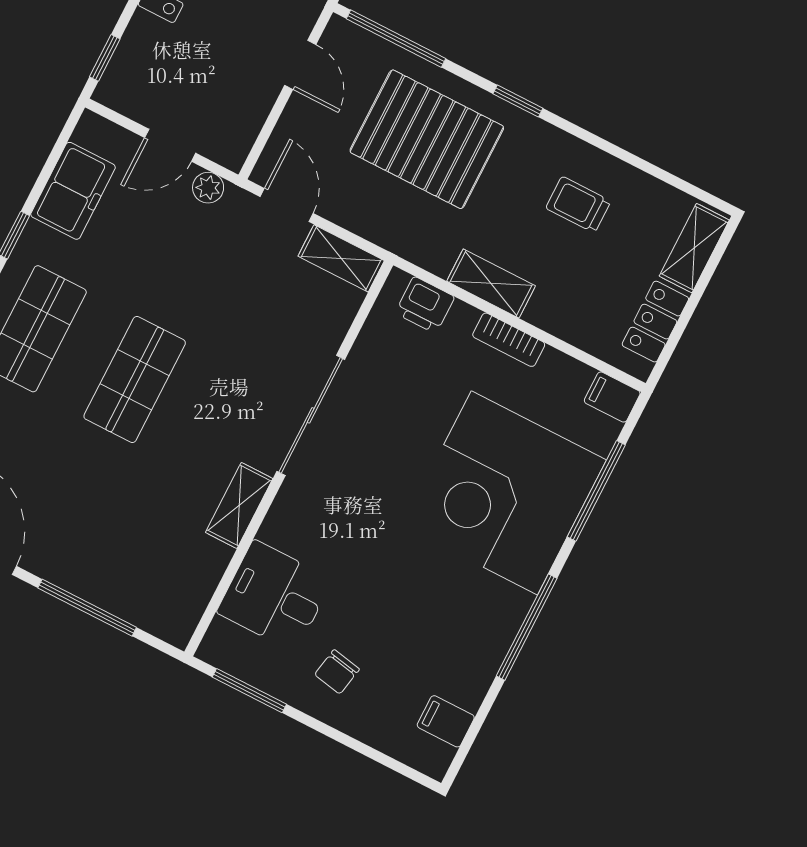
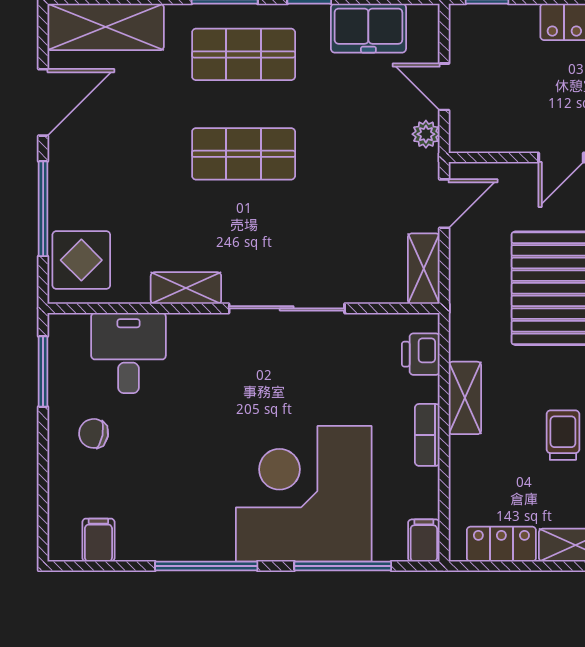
display table: (158, 596) -> (81, 260), added

